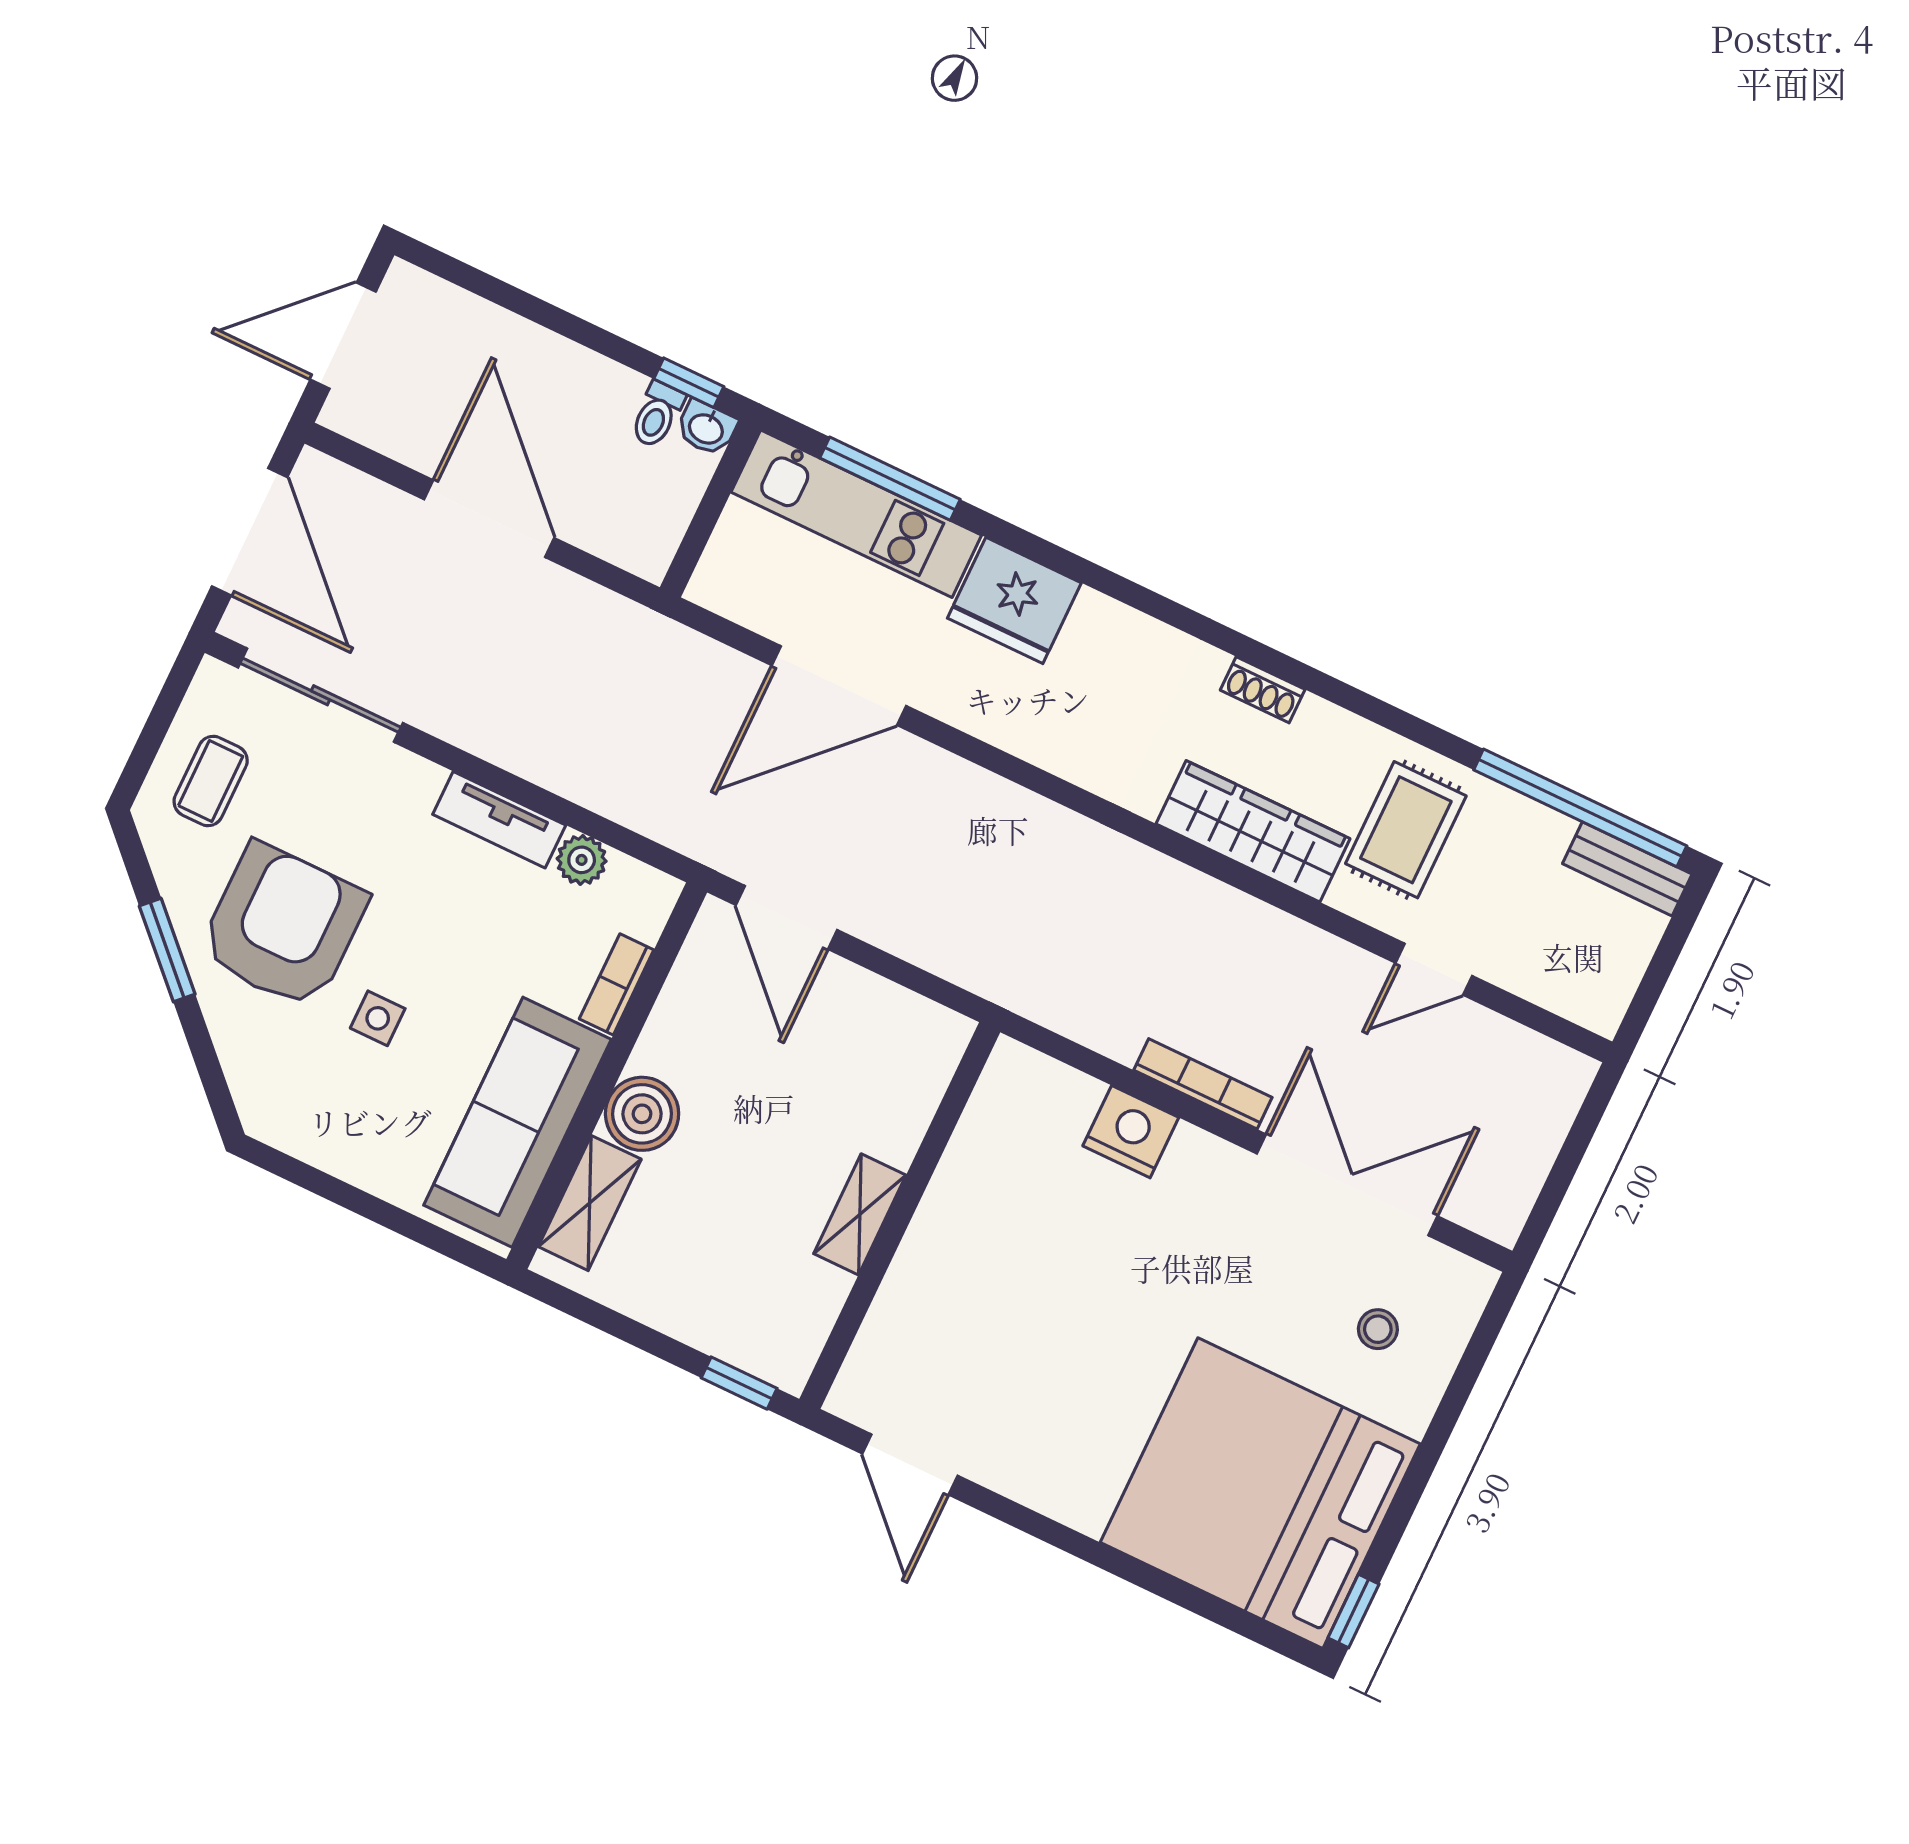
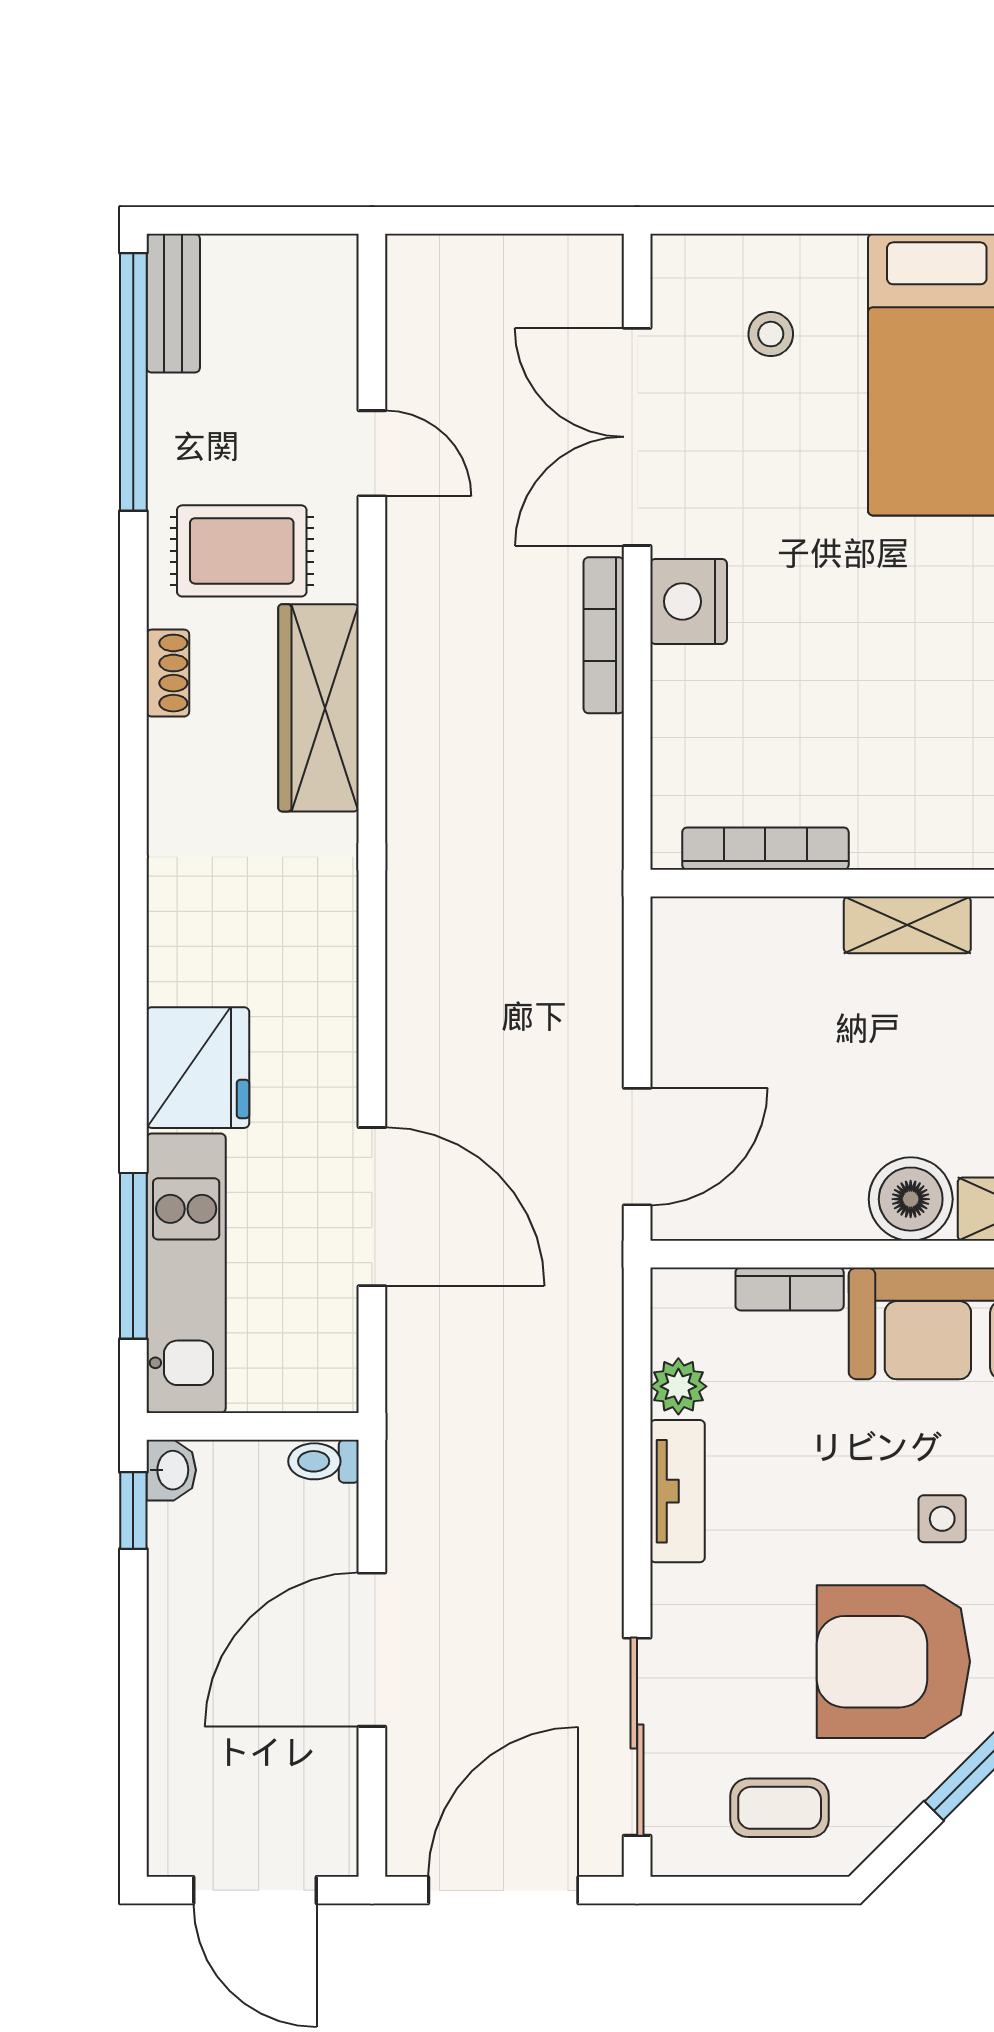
toilet: (657, 415) -> (323, 1461), moved, turned 180
shoe rack: (1263, 690) -> (168, 673), moved
bookcase: (974, 1131) -> (765, 849), added
nightstand: (1131, 1132) -> (689, 601), moved

